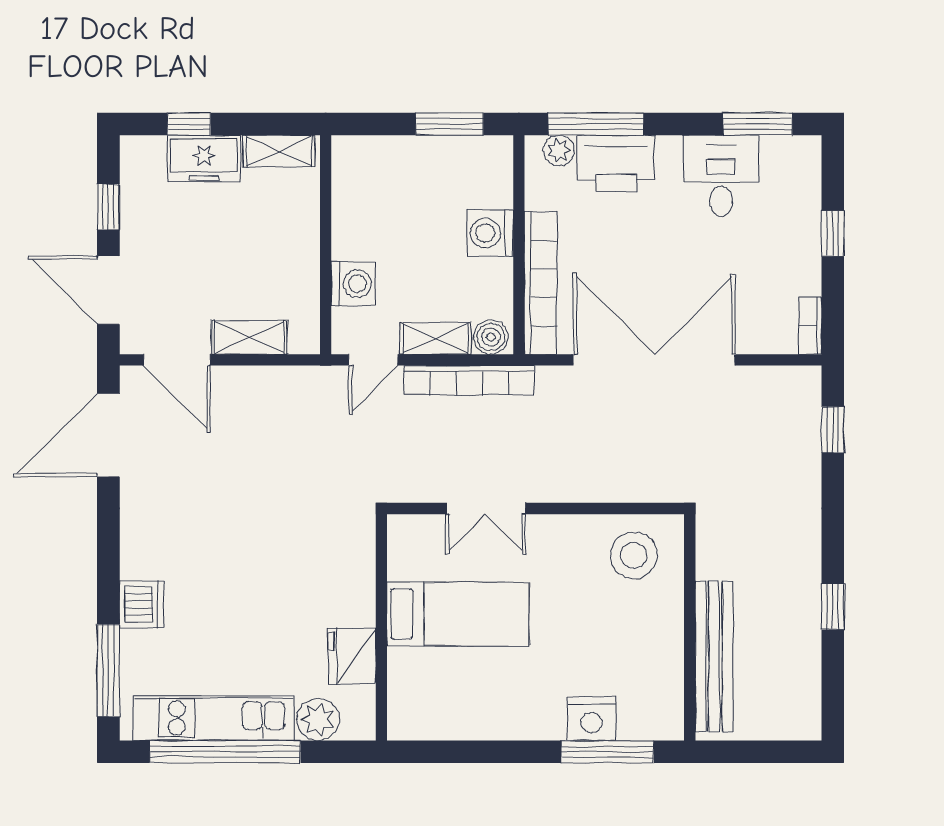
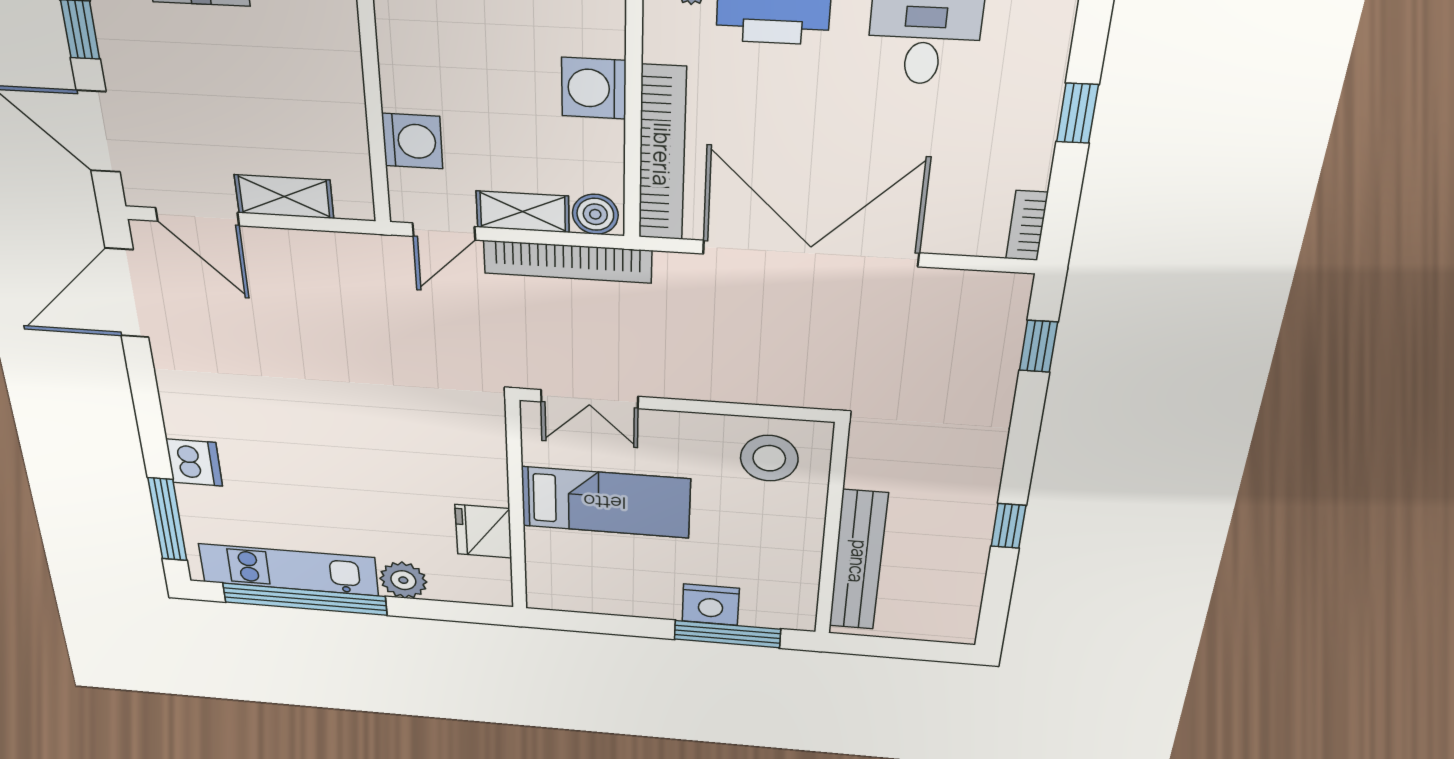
bed: (458, 614) -> (605, 502), moved
wall: (381, 627) -> (516, 508), moved
fridge: (352, 656) -> (483, 531), moved

